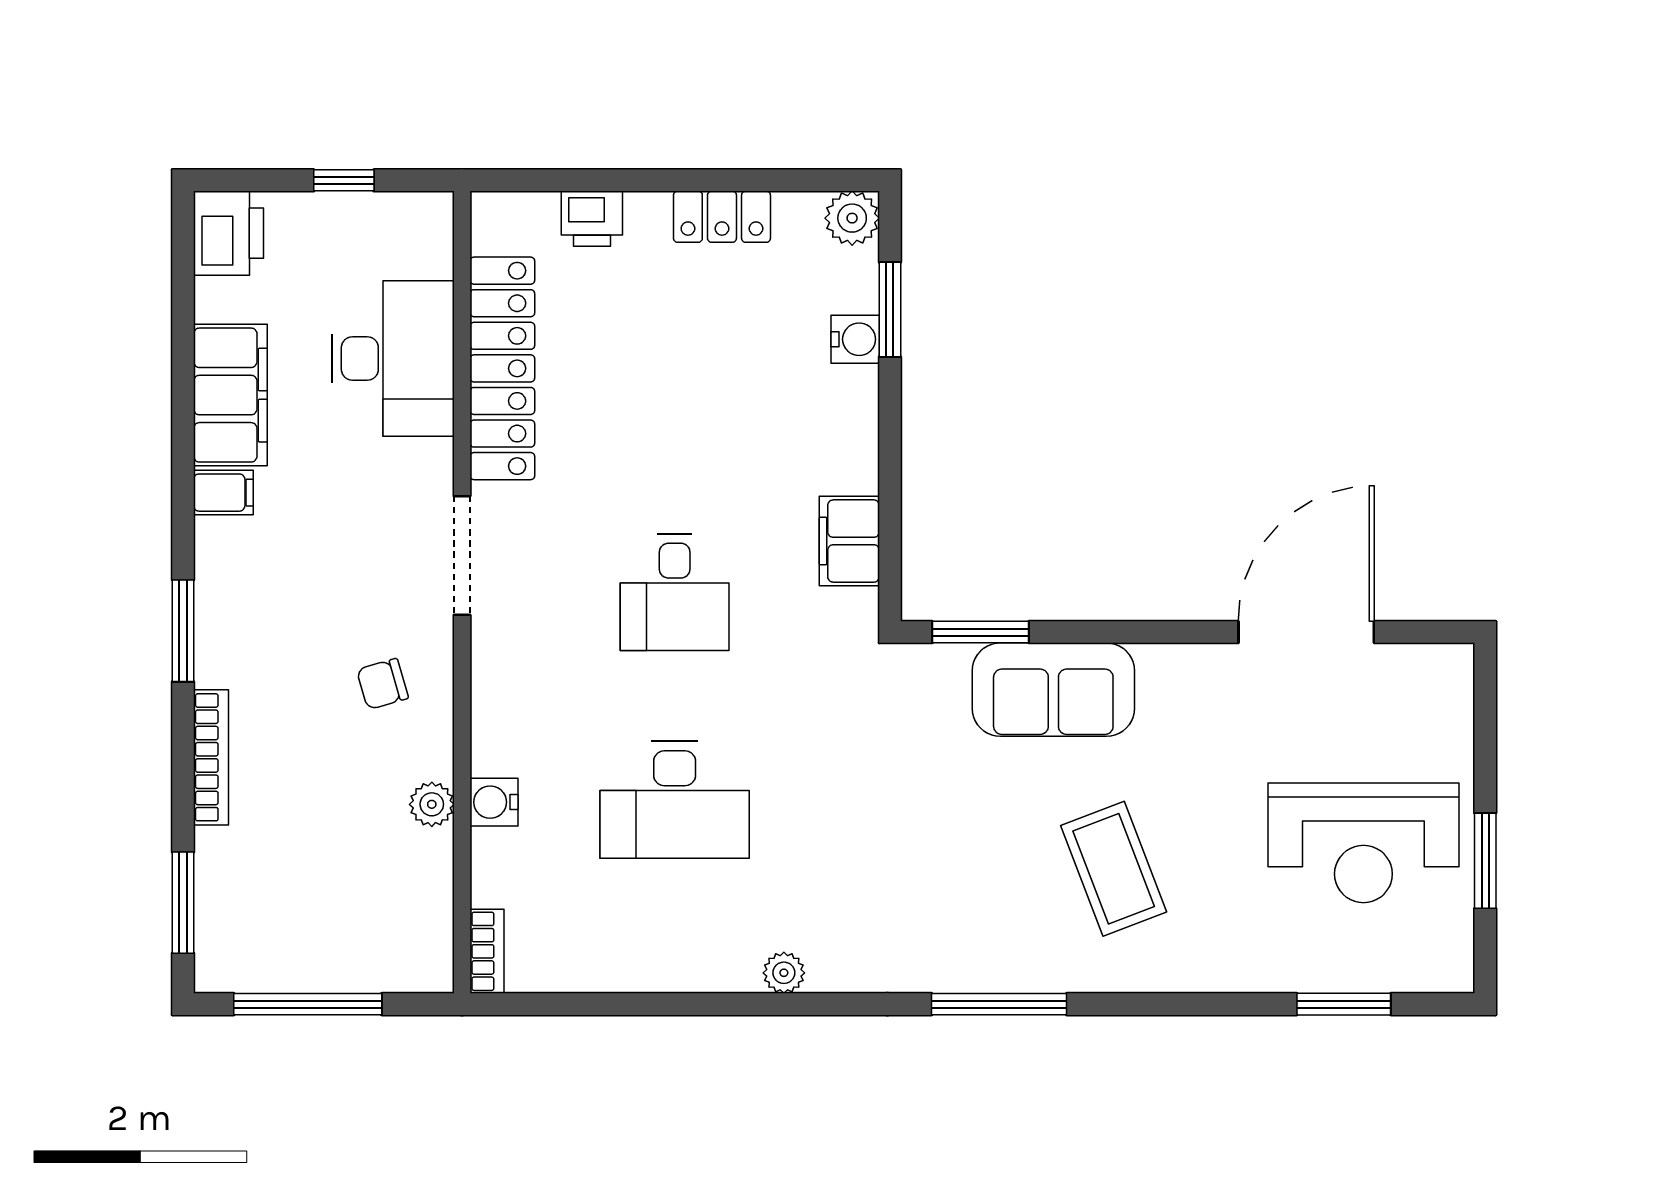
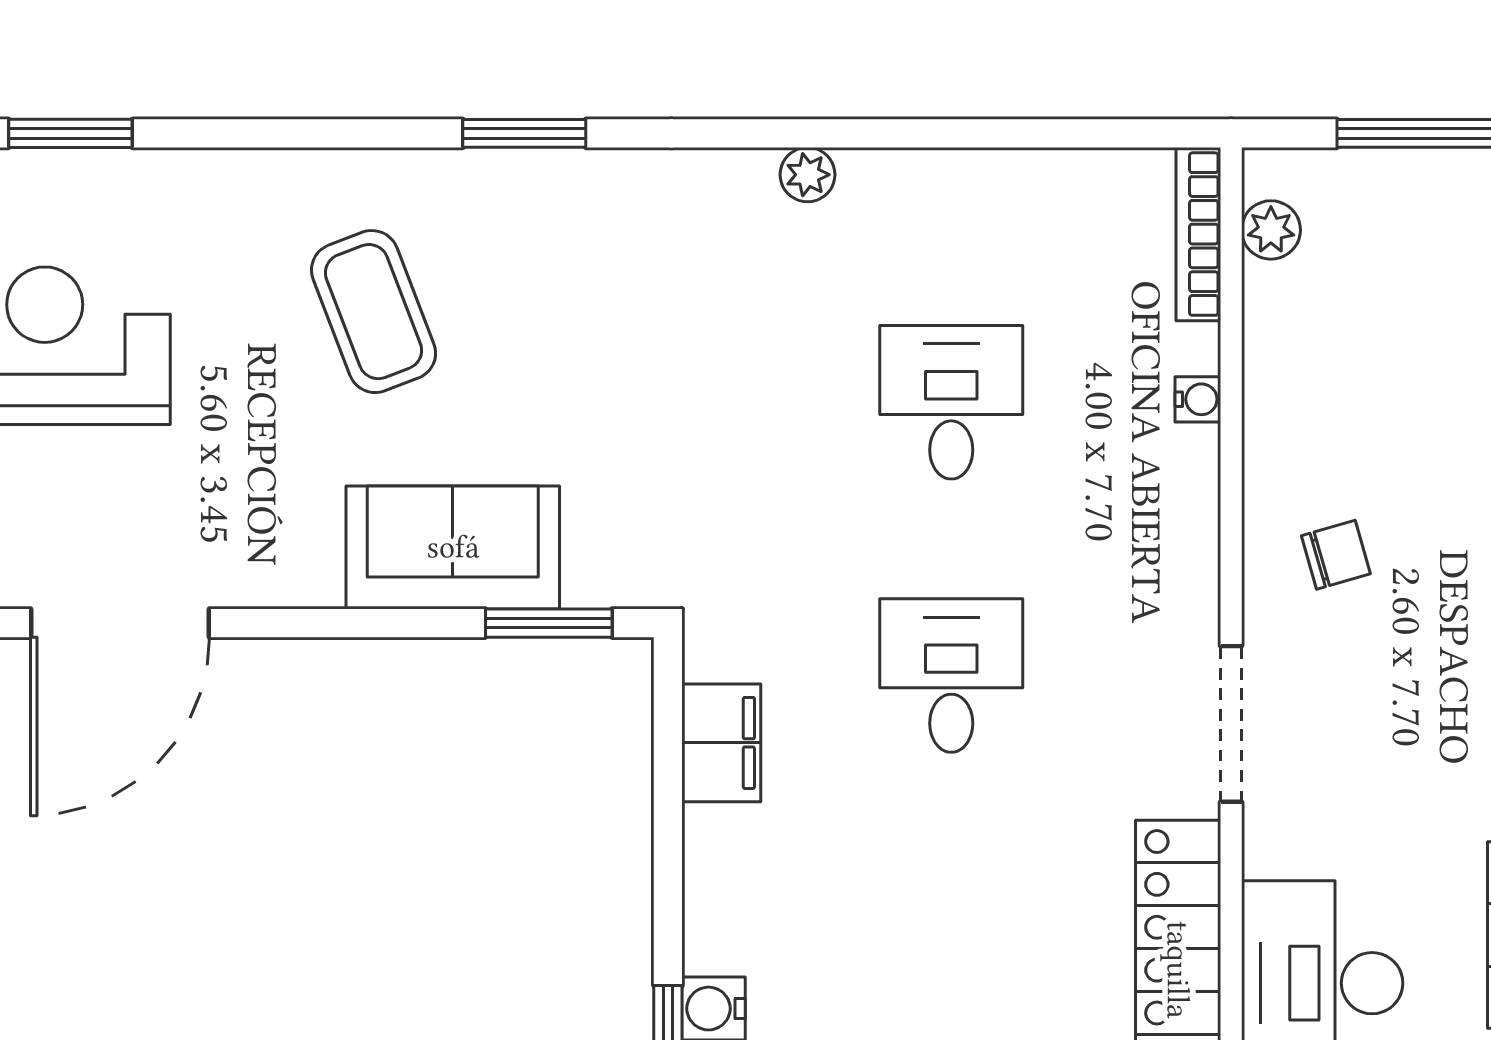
desk: (675, 800) -> (951, 402), width x0.73
water cooler: (494, 802) -> (1198, 399), width x0.72, depth x0.72
plant: (432, 804) -> (1271, 230), moved
bookcase: (487, 951) -> (1198, 234), width x1.56
window: (999, 1004) -> (524, 133), width x0.69

